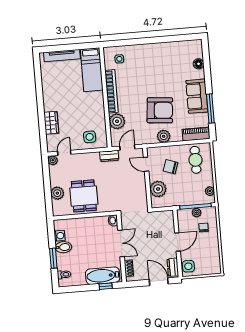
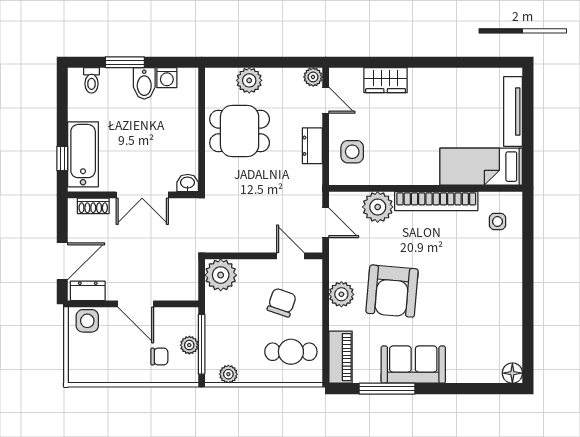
floor lamp: (199, 64) -> (512, 373), moved
dresser: (109, 156) -> (312, 146), moved
door: (146, 164) -> (290, 256), hinge flipped
plant: (158, 189) -> (221, 275), moved

